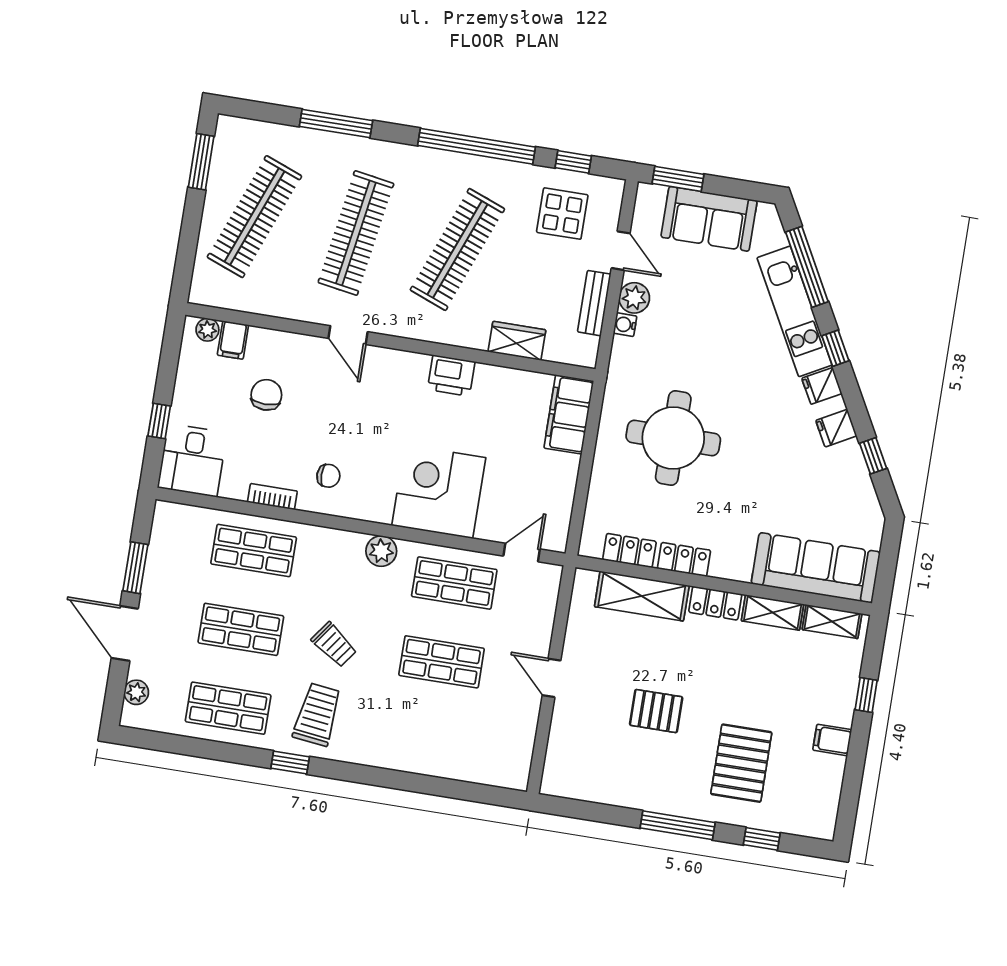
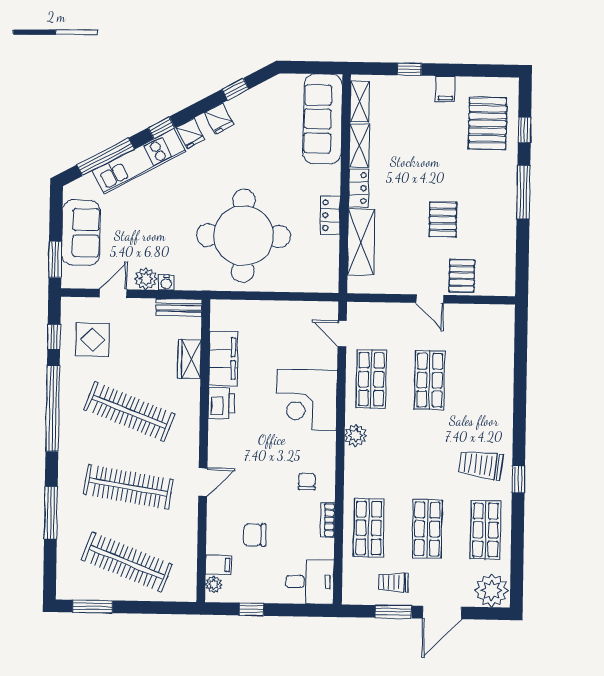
bench: (594, 303) -> (179, 307), moved
filing cabinet: (569, 414) -> (223, 358), moved, turned -90
window: (159, 421) -> (251, 609), moved
round table: (673, 438) -> (243, 236), width x1.36, depth x1.36
locker: (629, 551) -> (329, 256), removed
trolley: (334, 645) -> (393, 582), moved, turned -126
door: (551, 678) -> (430, 299), hinge flipped
plant: (136, 692) -> (492, 590), width x1.87, depth x1.87
pallet: (577, 726) -> (462, 276), added
pallet: (741, 763) -> (488, 124), moved, turned 90

